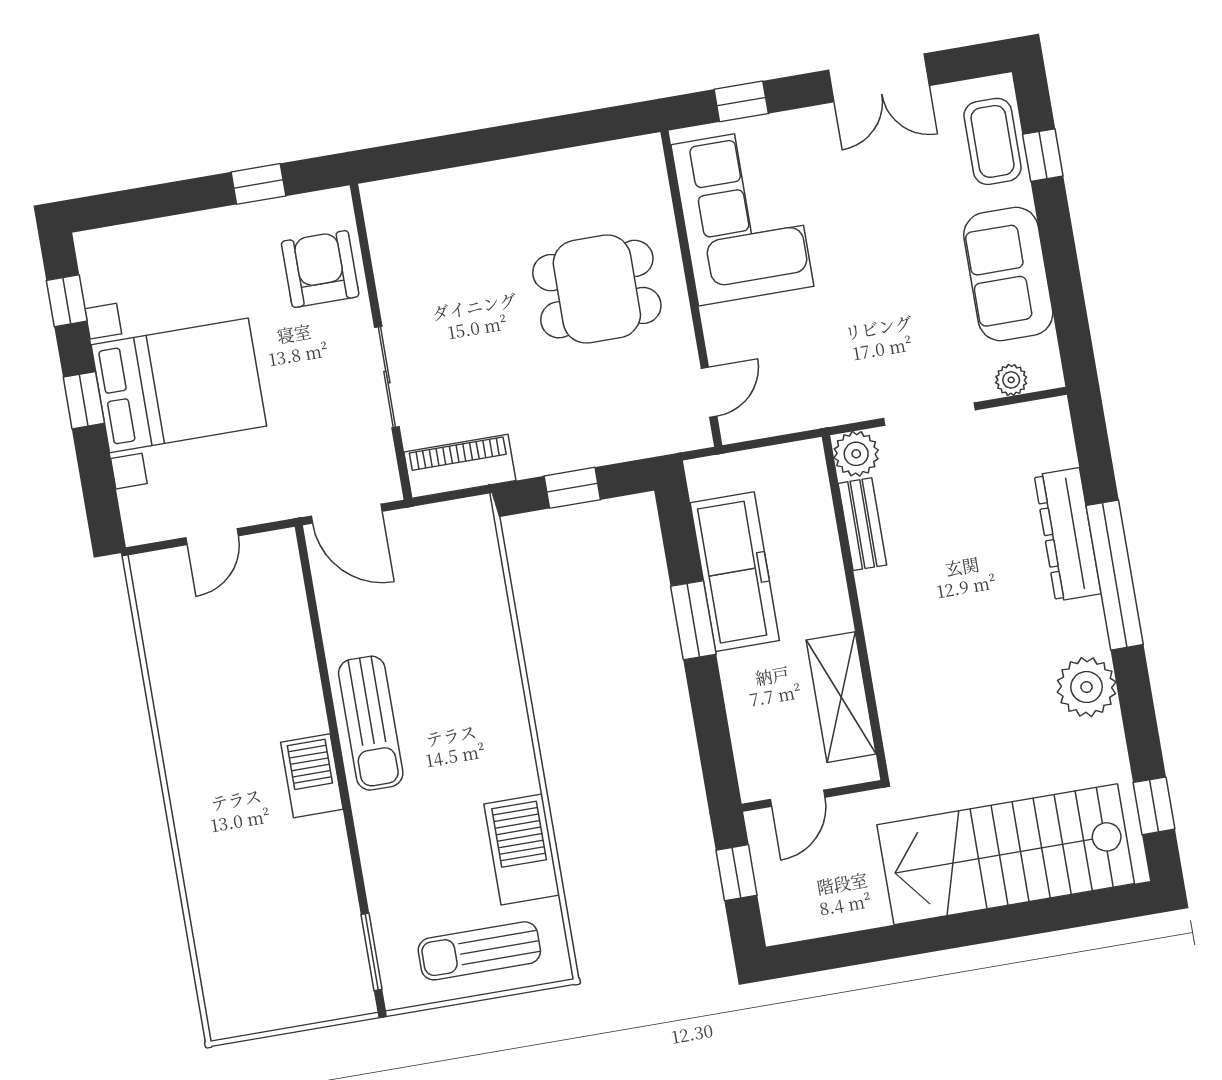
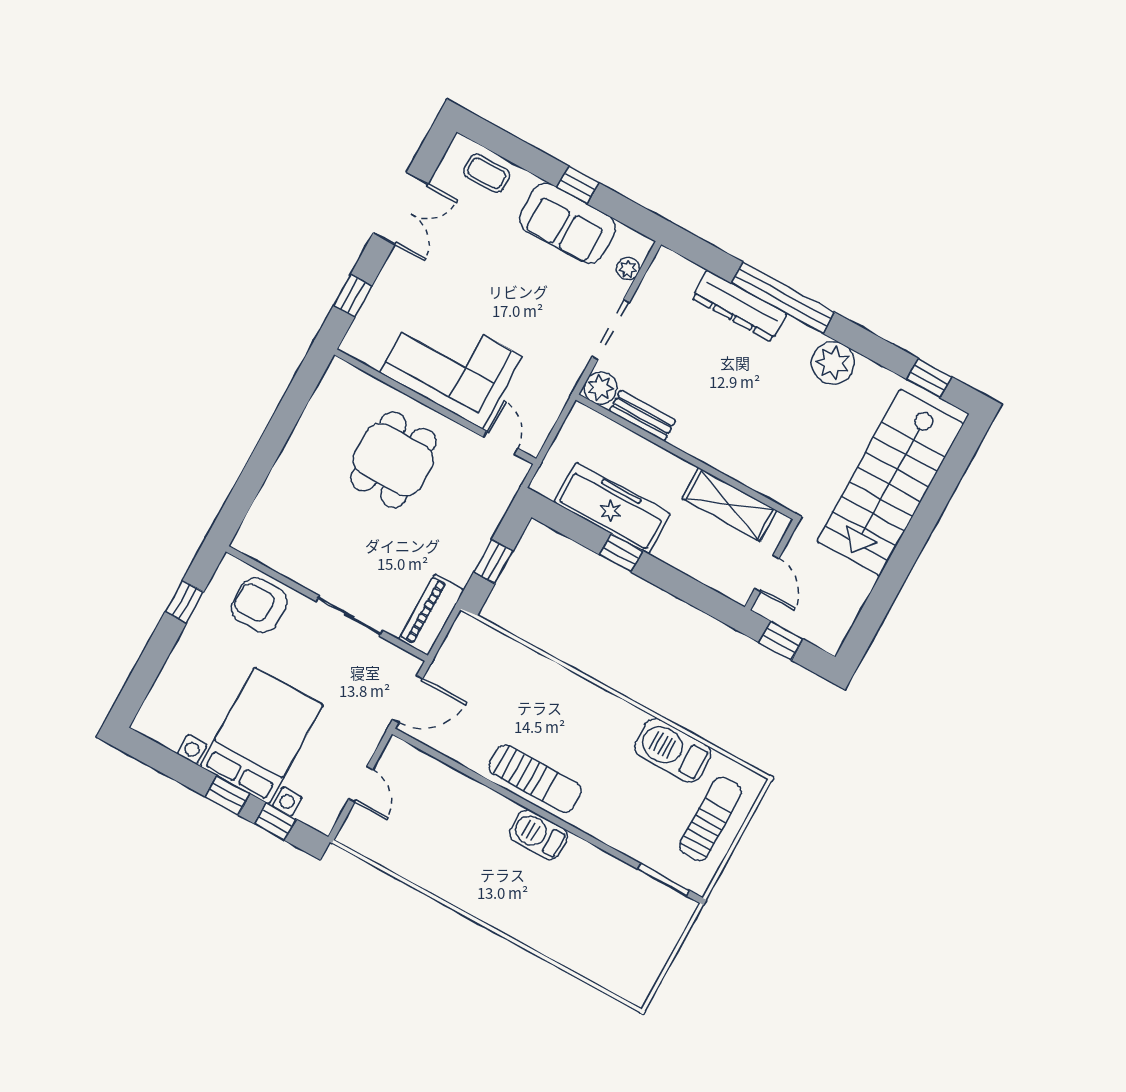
coffee table: (992, 141) -> (487, 173), width x0.73, depth x0.77
window: (1043, 155) -> (578, 185), moved
corner sofa: (742, 215) -> (451, 365), moved
window: (67, 301) -> (275, 822), moved
window: (693, 620) -> (621, 553), width x0.67
sun lounger: (479, 951) -> (710, 819), turned 180

